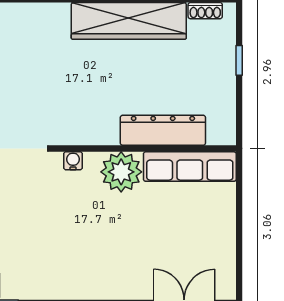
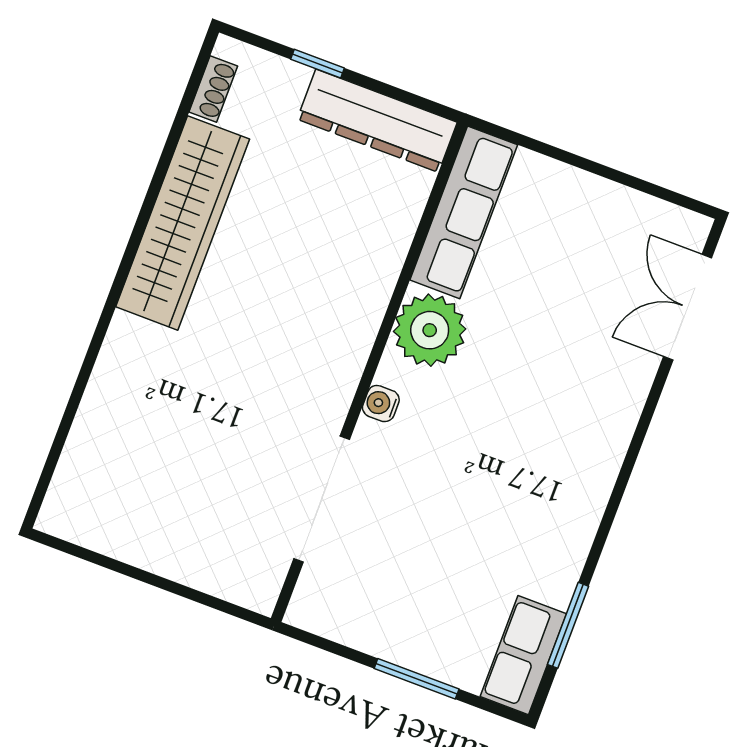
dresser: (163, 130) -> (377, 121), moved, turned -90

